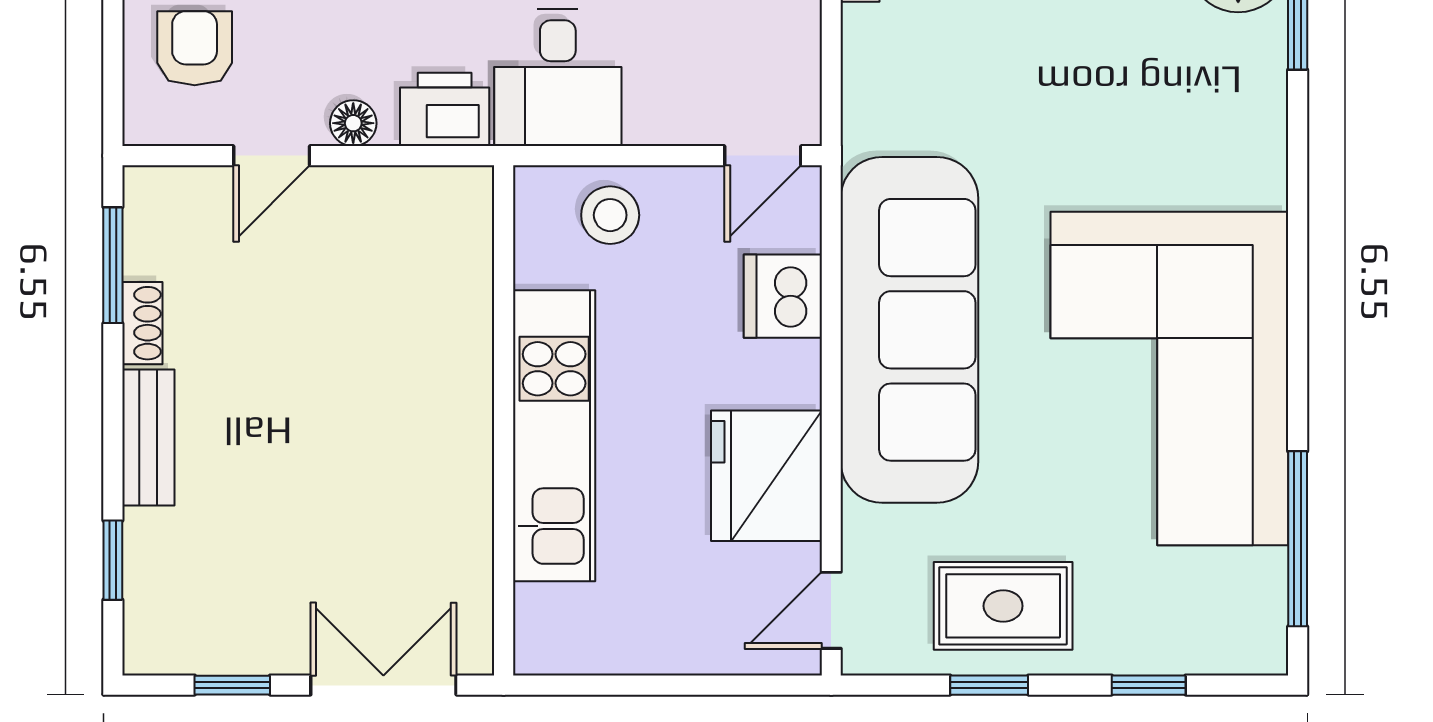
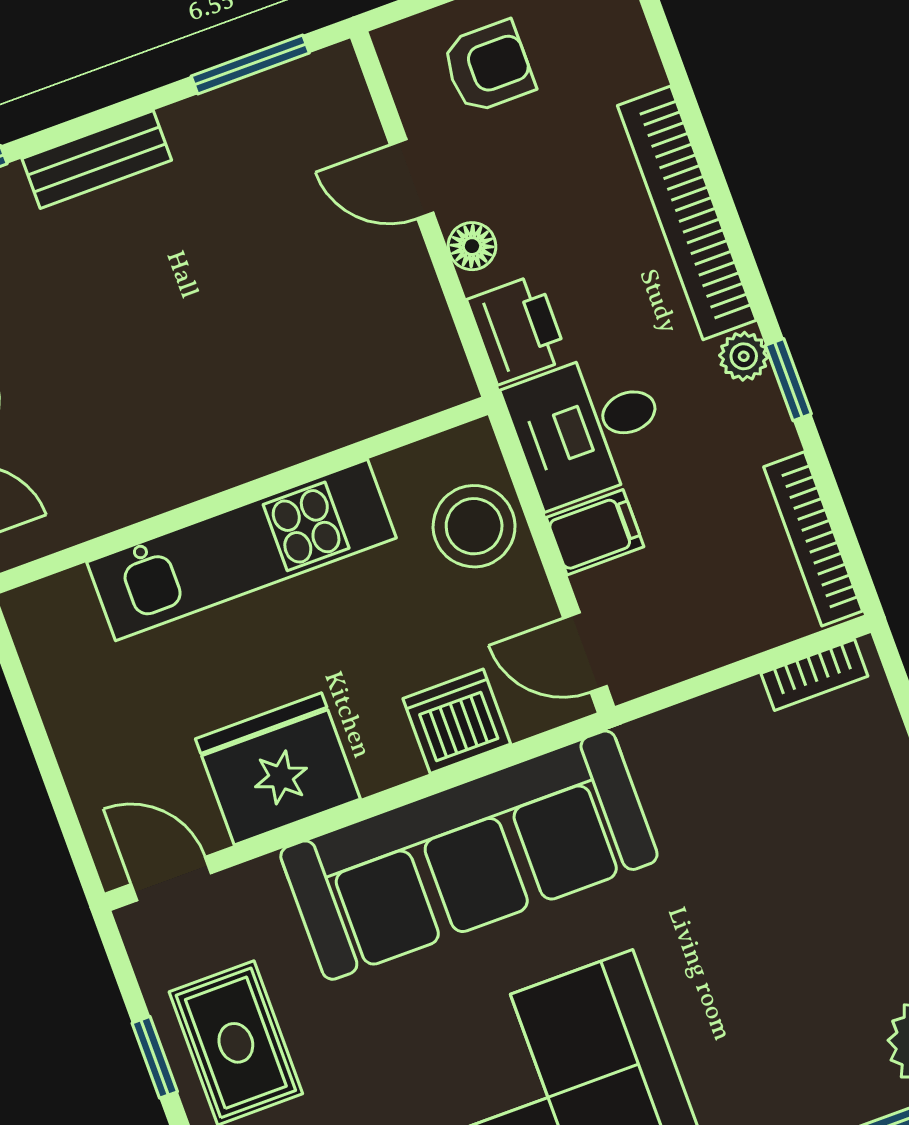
filing cabinet: (656, 106) -> (595, 532), added
stool: (610, 215) -> (474, 526), width x1.38, depth x1.38
shoe rack: (142, 323) -> (205, 113), removed

